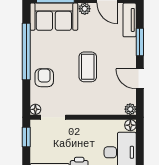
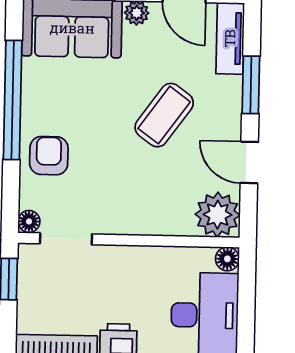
coffee table: (88, 67) -> (164, 115), moved, turned 36
plant: (130, 109) -> (218, 215), width x1.88, depth x1.88

